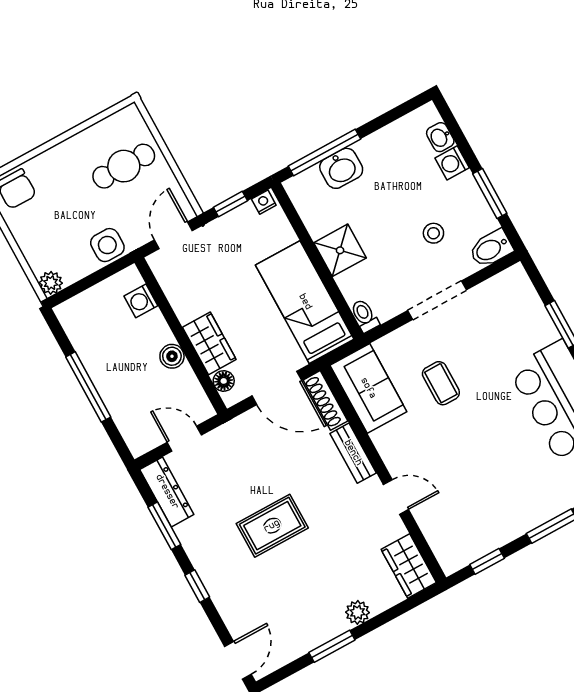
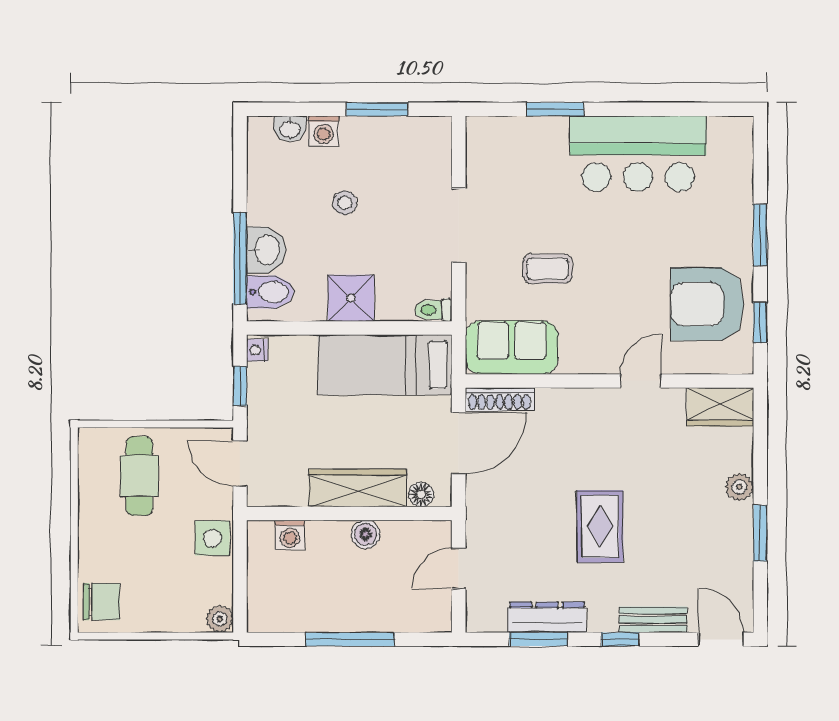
stool: (433, 233) -> (345, 203), moved
bidet: (491, 249) -> (270, 292), moved, turned -90
wardrobe: (209, 343) -> (357, 488), width x1.50
bench: (353, 453) -> (653, 620), moved
dresser: (167, 492) -> (547, 617), moved
armchair: (479, 515) -> (707, 304), added

